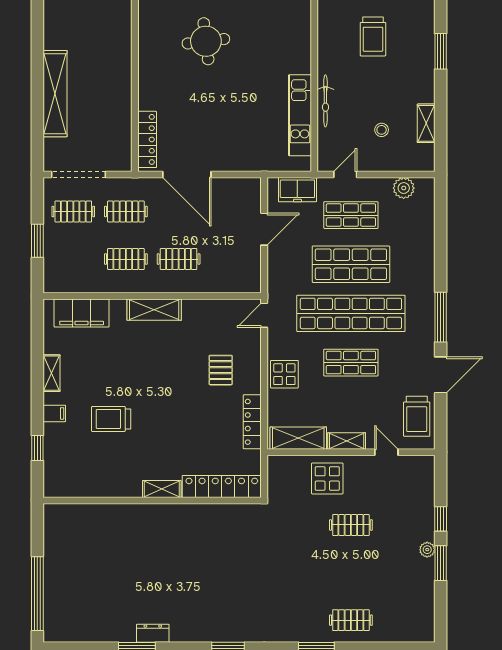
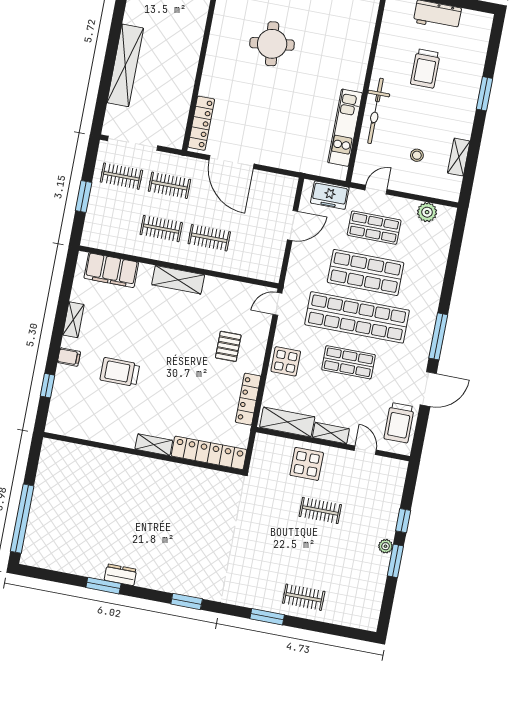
bicycle: (325, 101) -> (375, 111), width x1.37, depth x1.40

